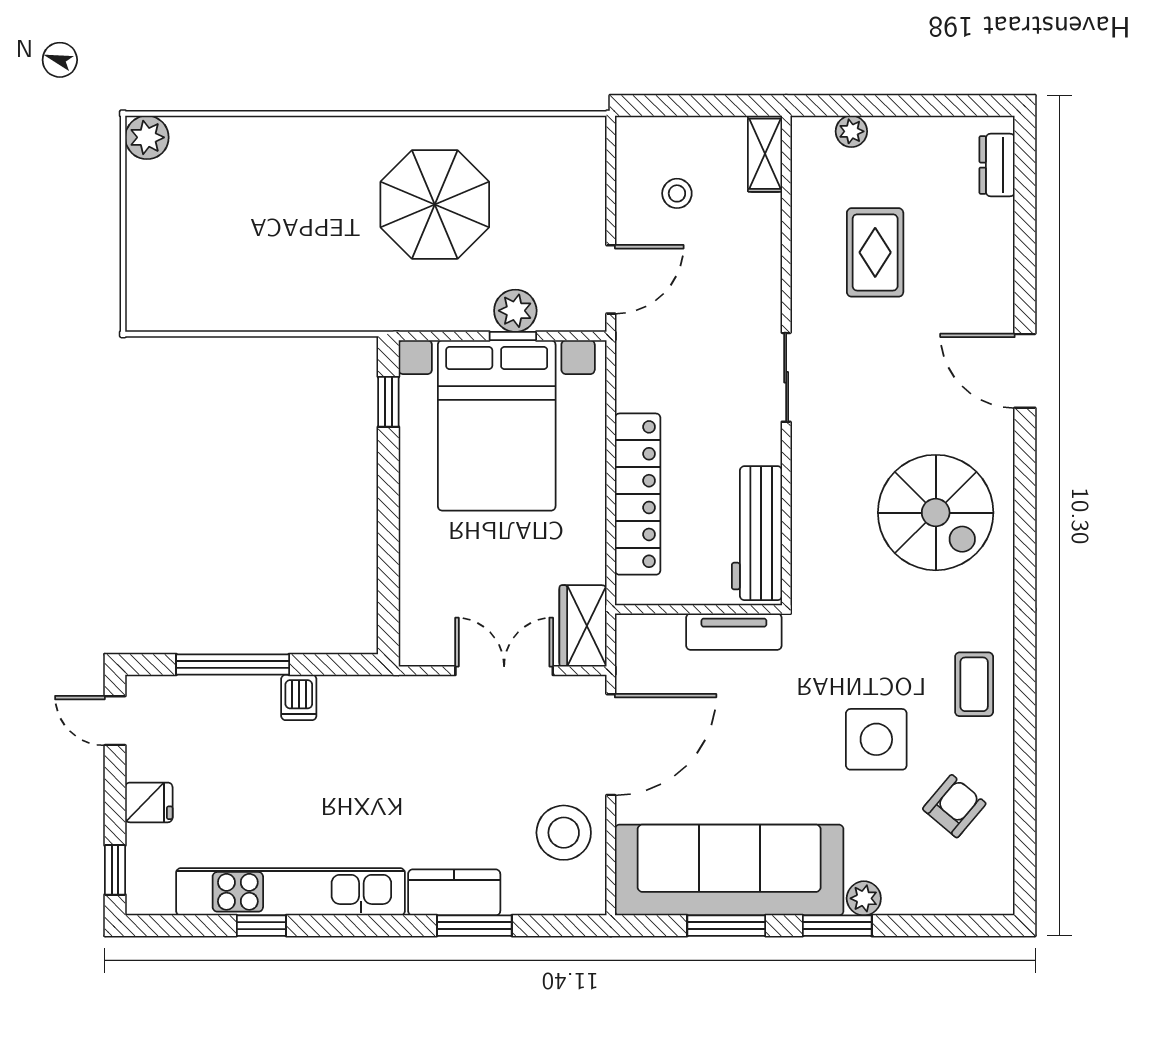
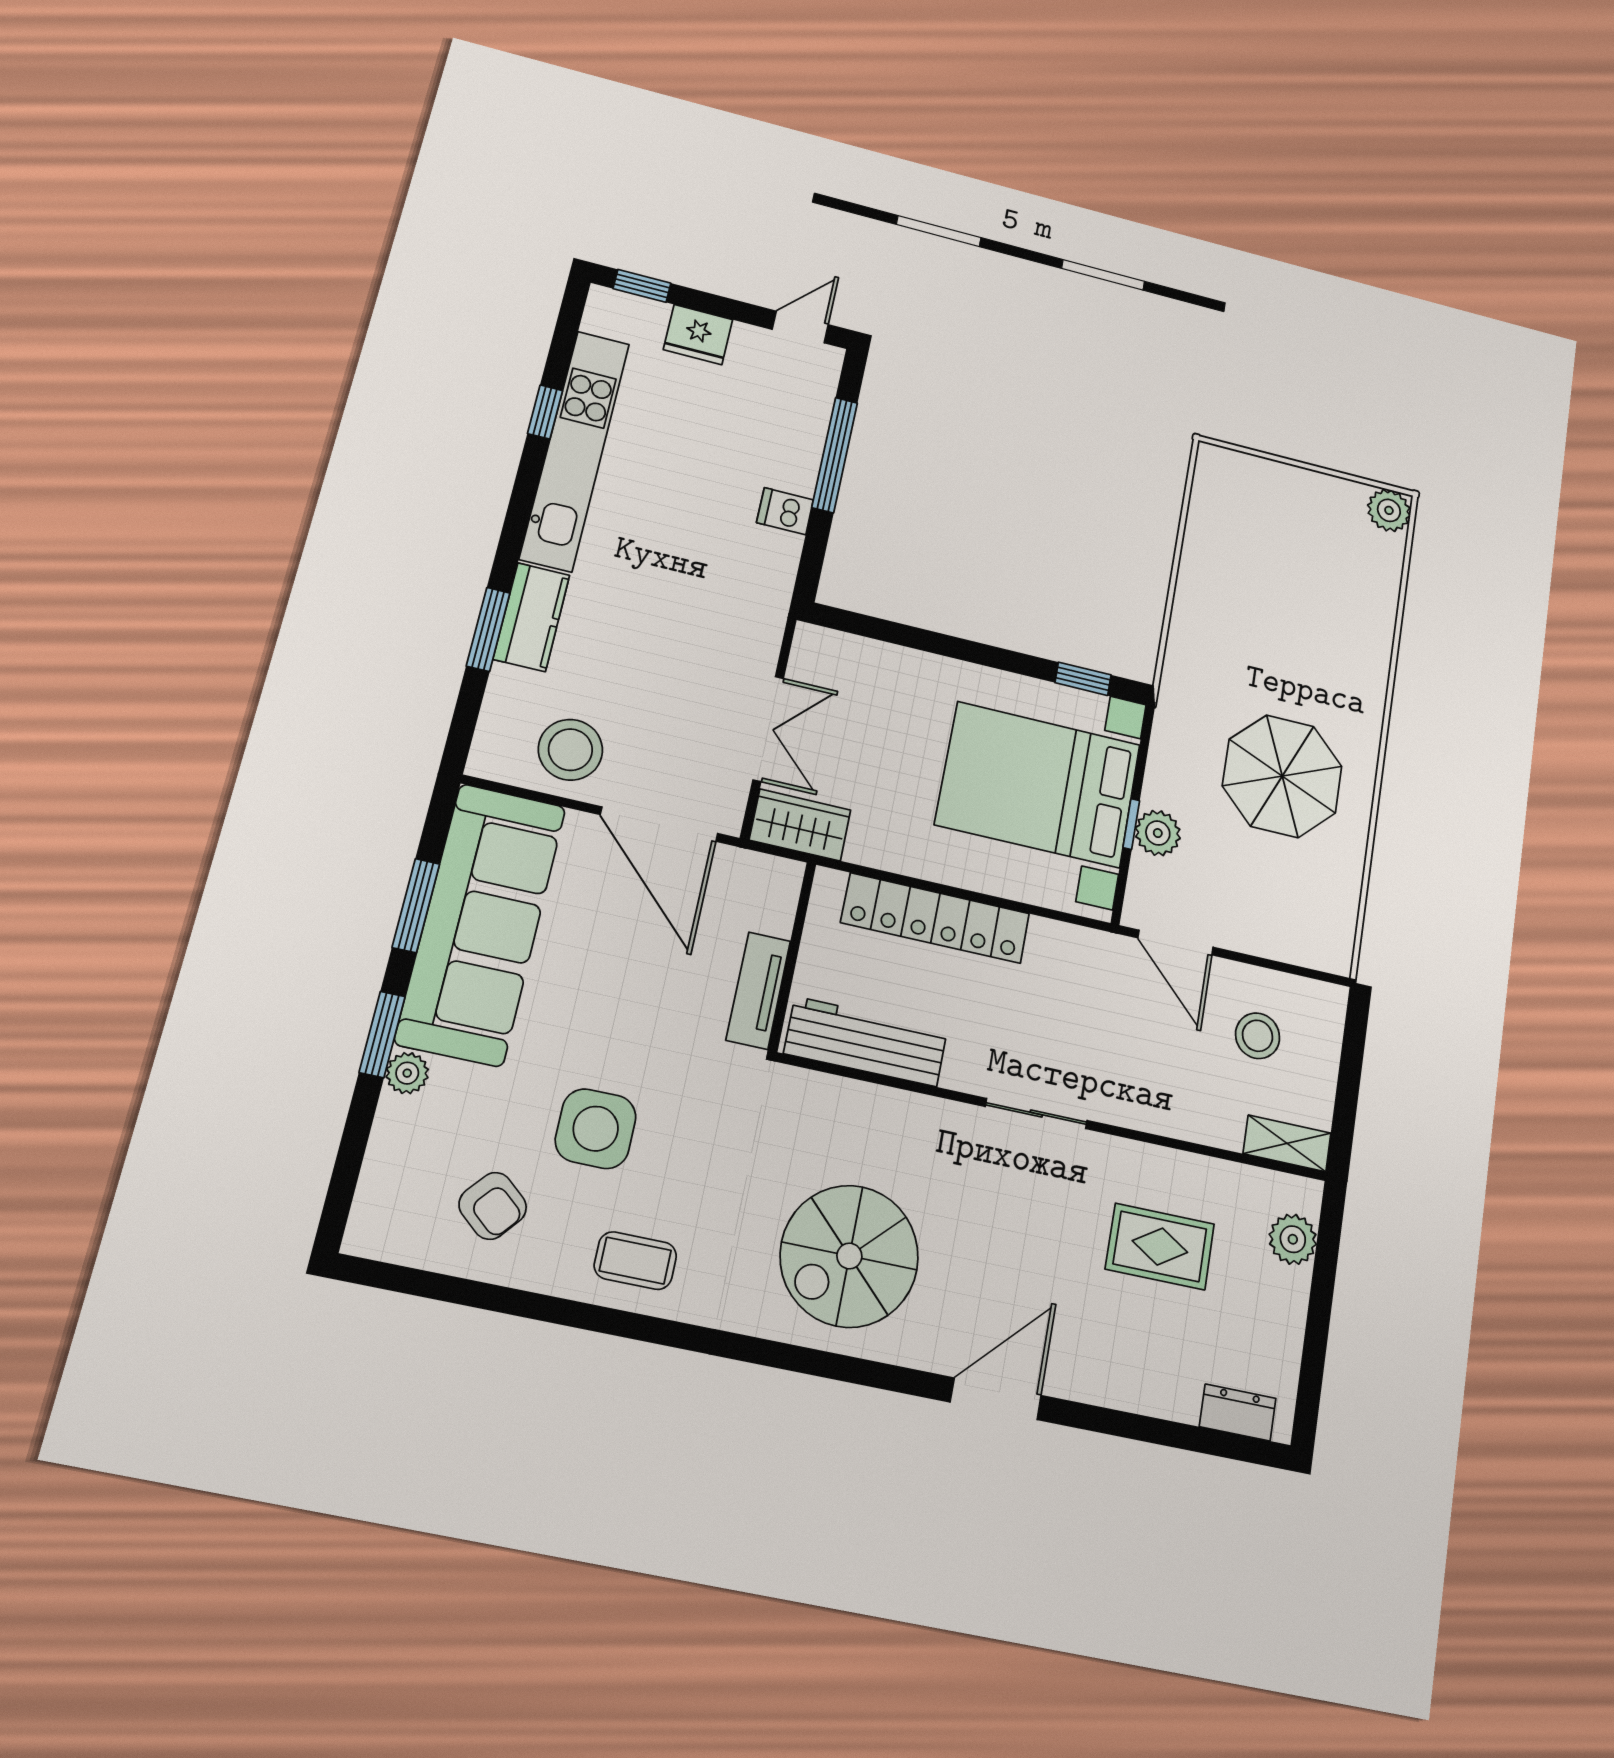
plant: (851, 131) -> (1293, 1239), width x1.38, depth x1.38
stool: (677, 193) -> (1258, 1036), width x1.37, depth x1.37
fridge: (149, 802) -> (698, 335), width x1.38

